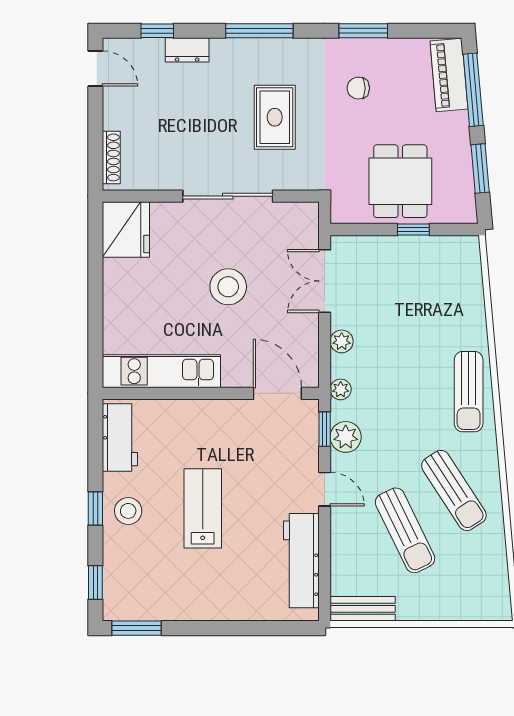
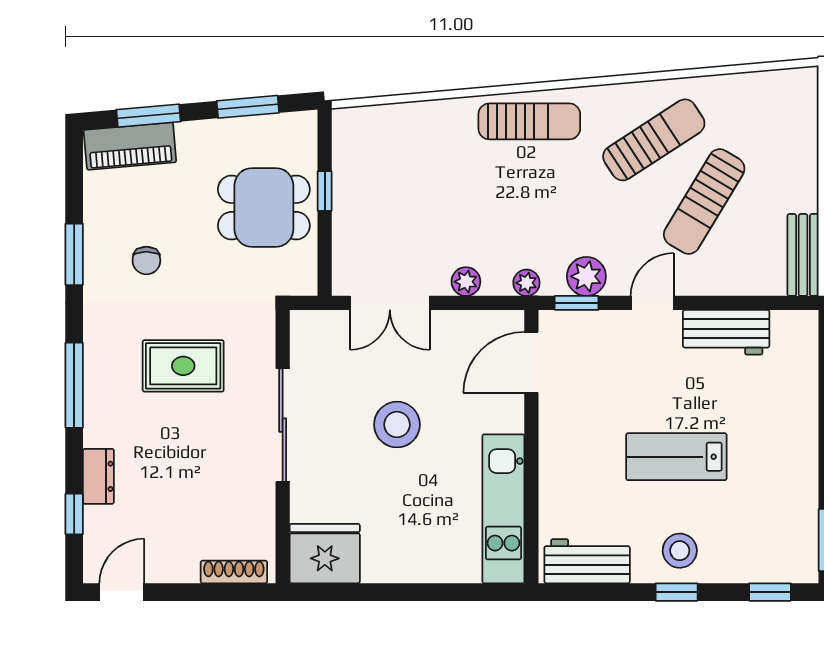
window: (473, 90) -> (149, 116), width x0.69
sun lounger: (405, 530) -> (704, 202), turned 147
workbench: (301, 561) -> (726, 332), width x0.73

